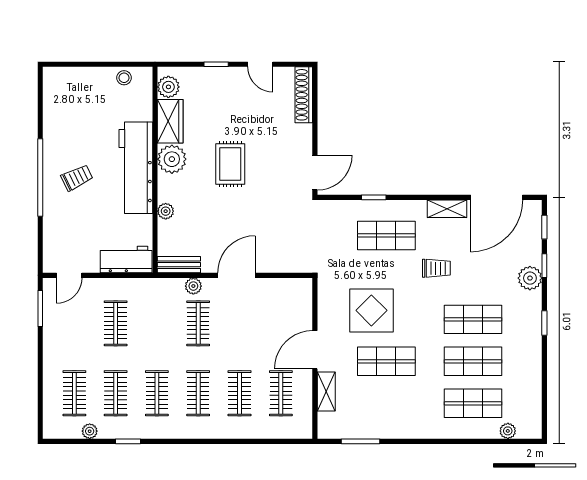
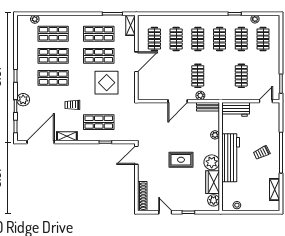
shelving: (52, 108) -> (275, 189), added
rug: (230, 164) -> (181, 160), turned 90
shelving: (326, 392) -> (130, 25), moved
shop shelf: (386, 403) -> (99, 34), added

